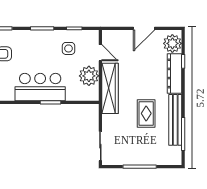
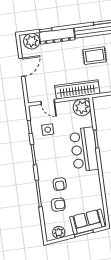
door: (144, 28) -> (22, 67), hinge flipped
door: (100, 53) -> (48, 102), swing flipped
plant: (89, 76) -> (82, 107), moved

